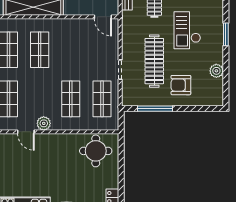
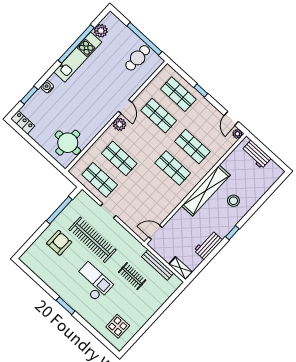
plant: (216, 71) -> (47, 276), removed
door: (26, 132) -> (125, 107), swing flipped

